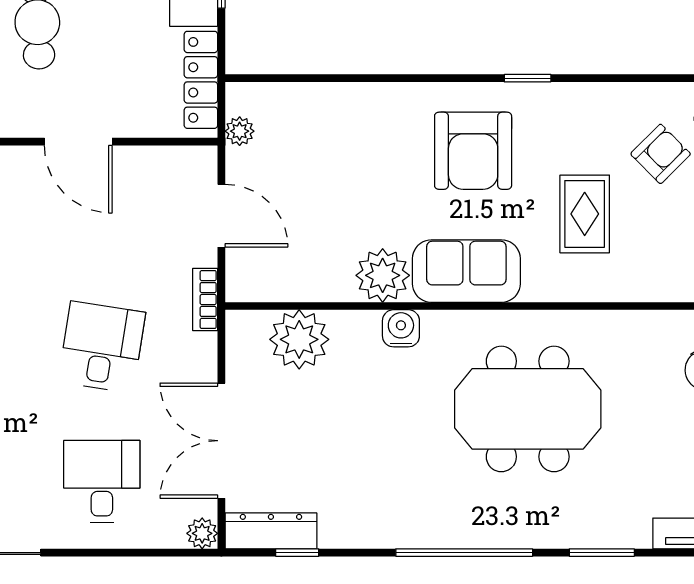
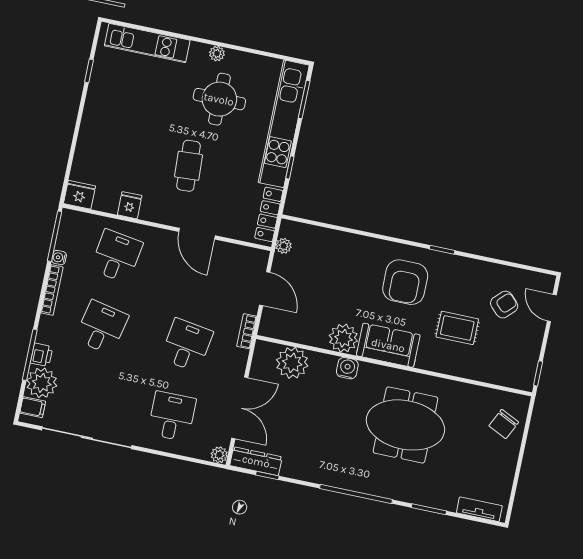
rug: (585, 214) -> (457, 328), turned 90
double door: (221, 441) -> (240, 408), swing flipped

